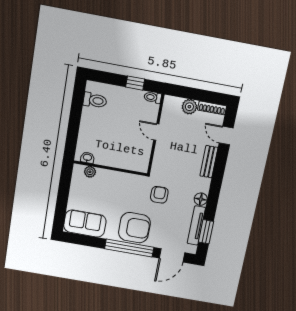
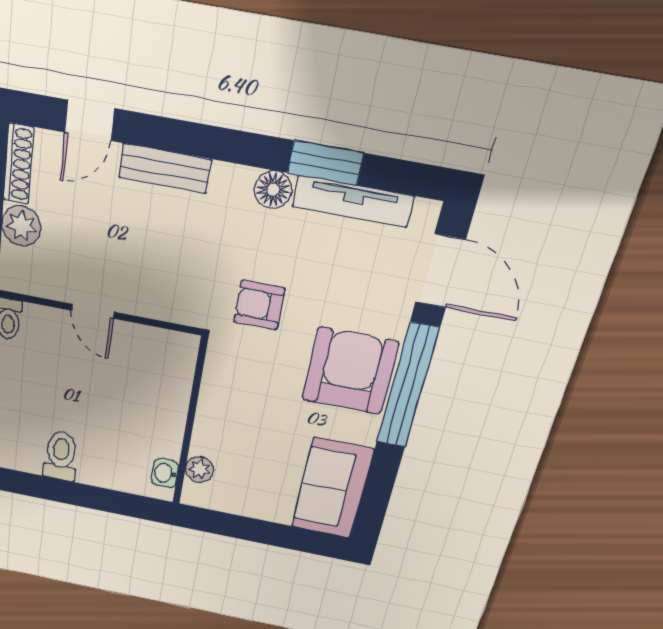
toilet: (95, 100) -> (61, 456), moved
door: (156, 132) -> (93, 311), hinge flipped
window: (206, 232) -> (326, 163), moved

